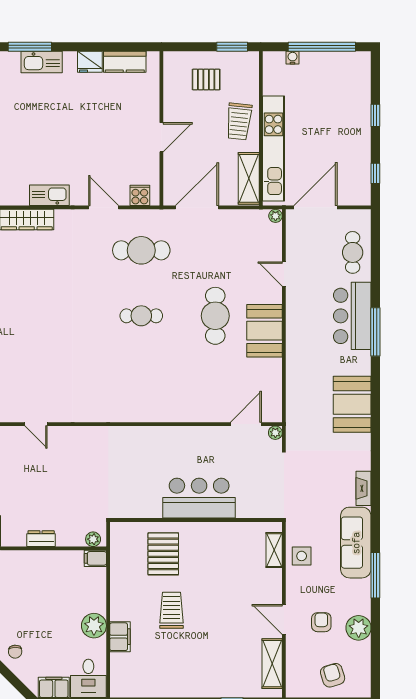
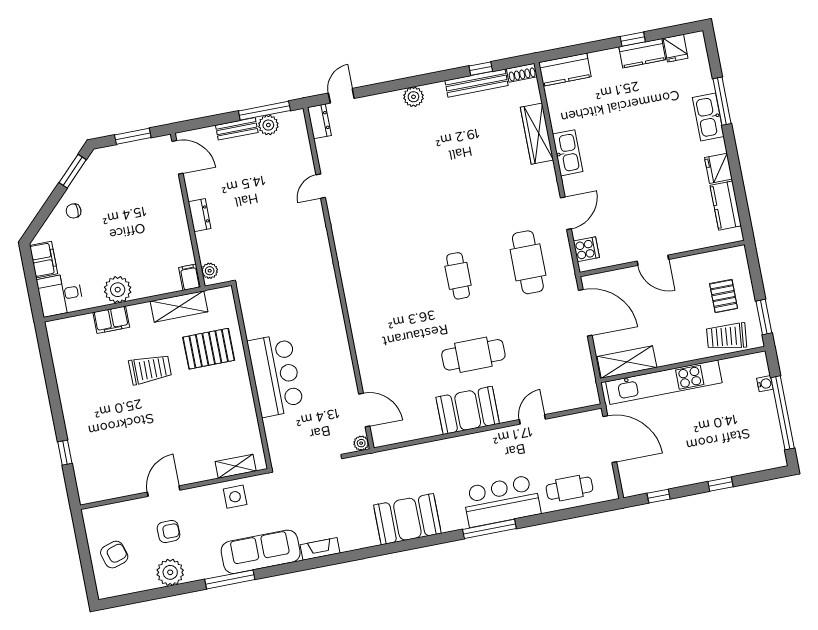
trolley: (239, 121) -> (727, 336), moved
plant: (275, 216) -> (592, 398), removed
shelving: (272, 664) -> (179, 306), moved

